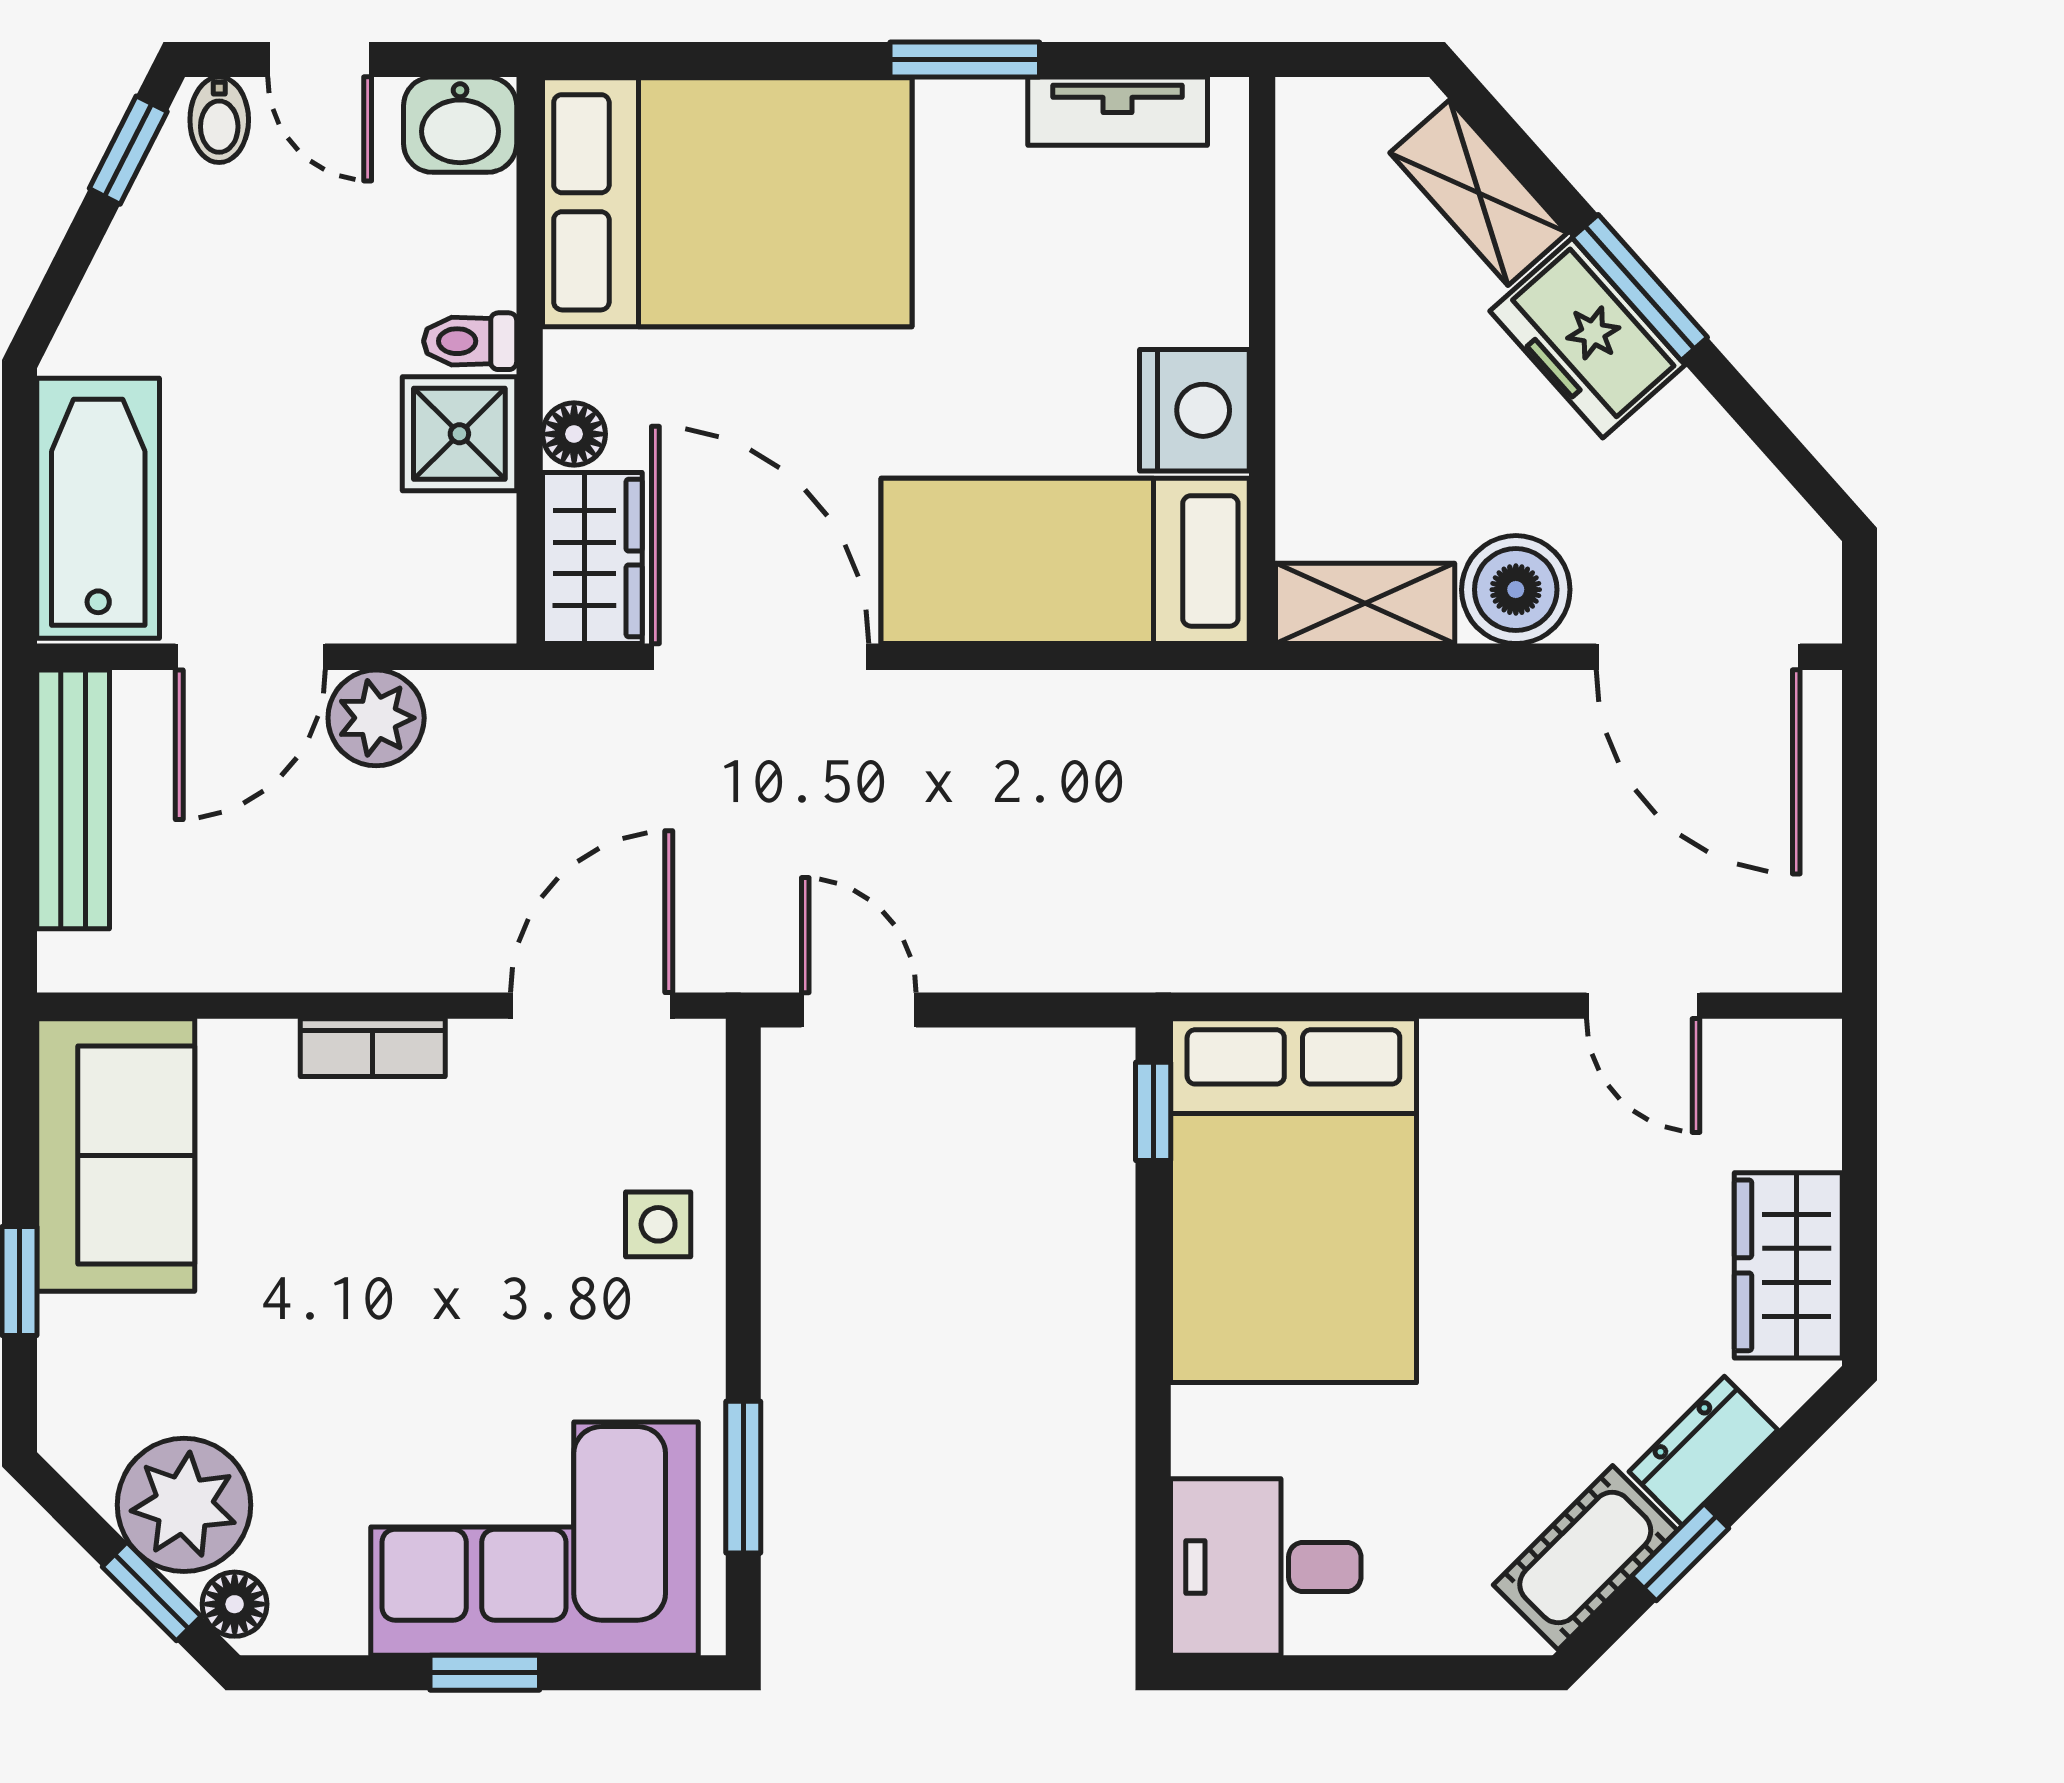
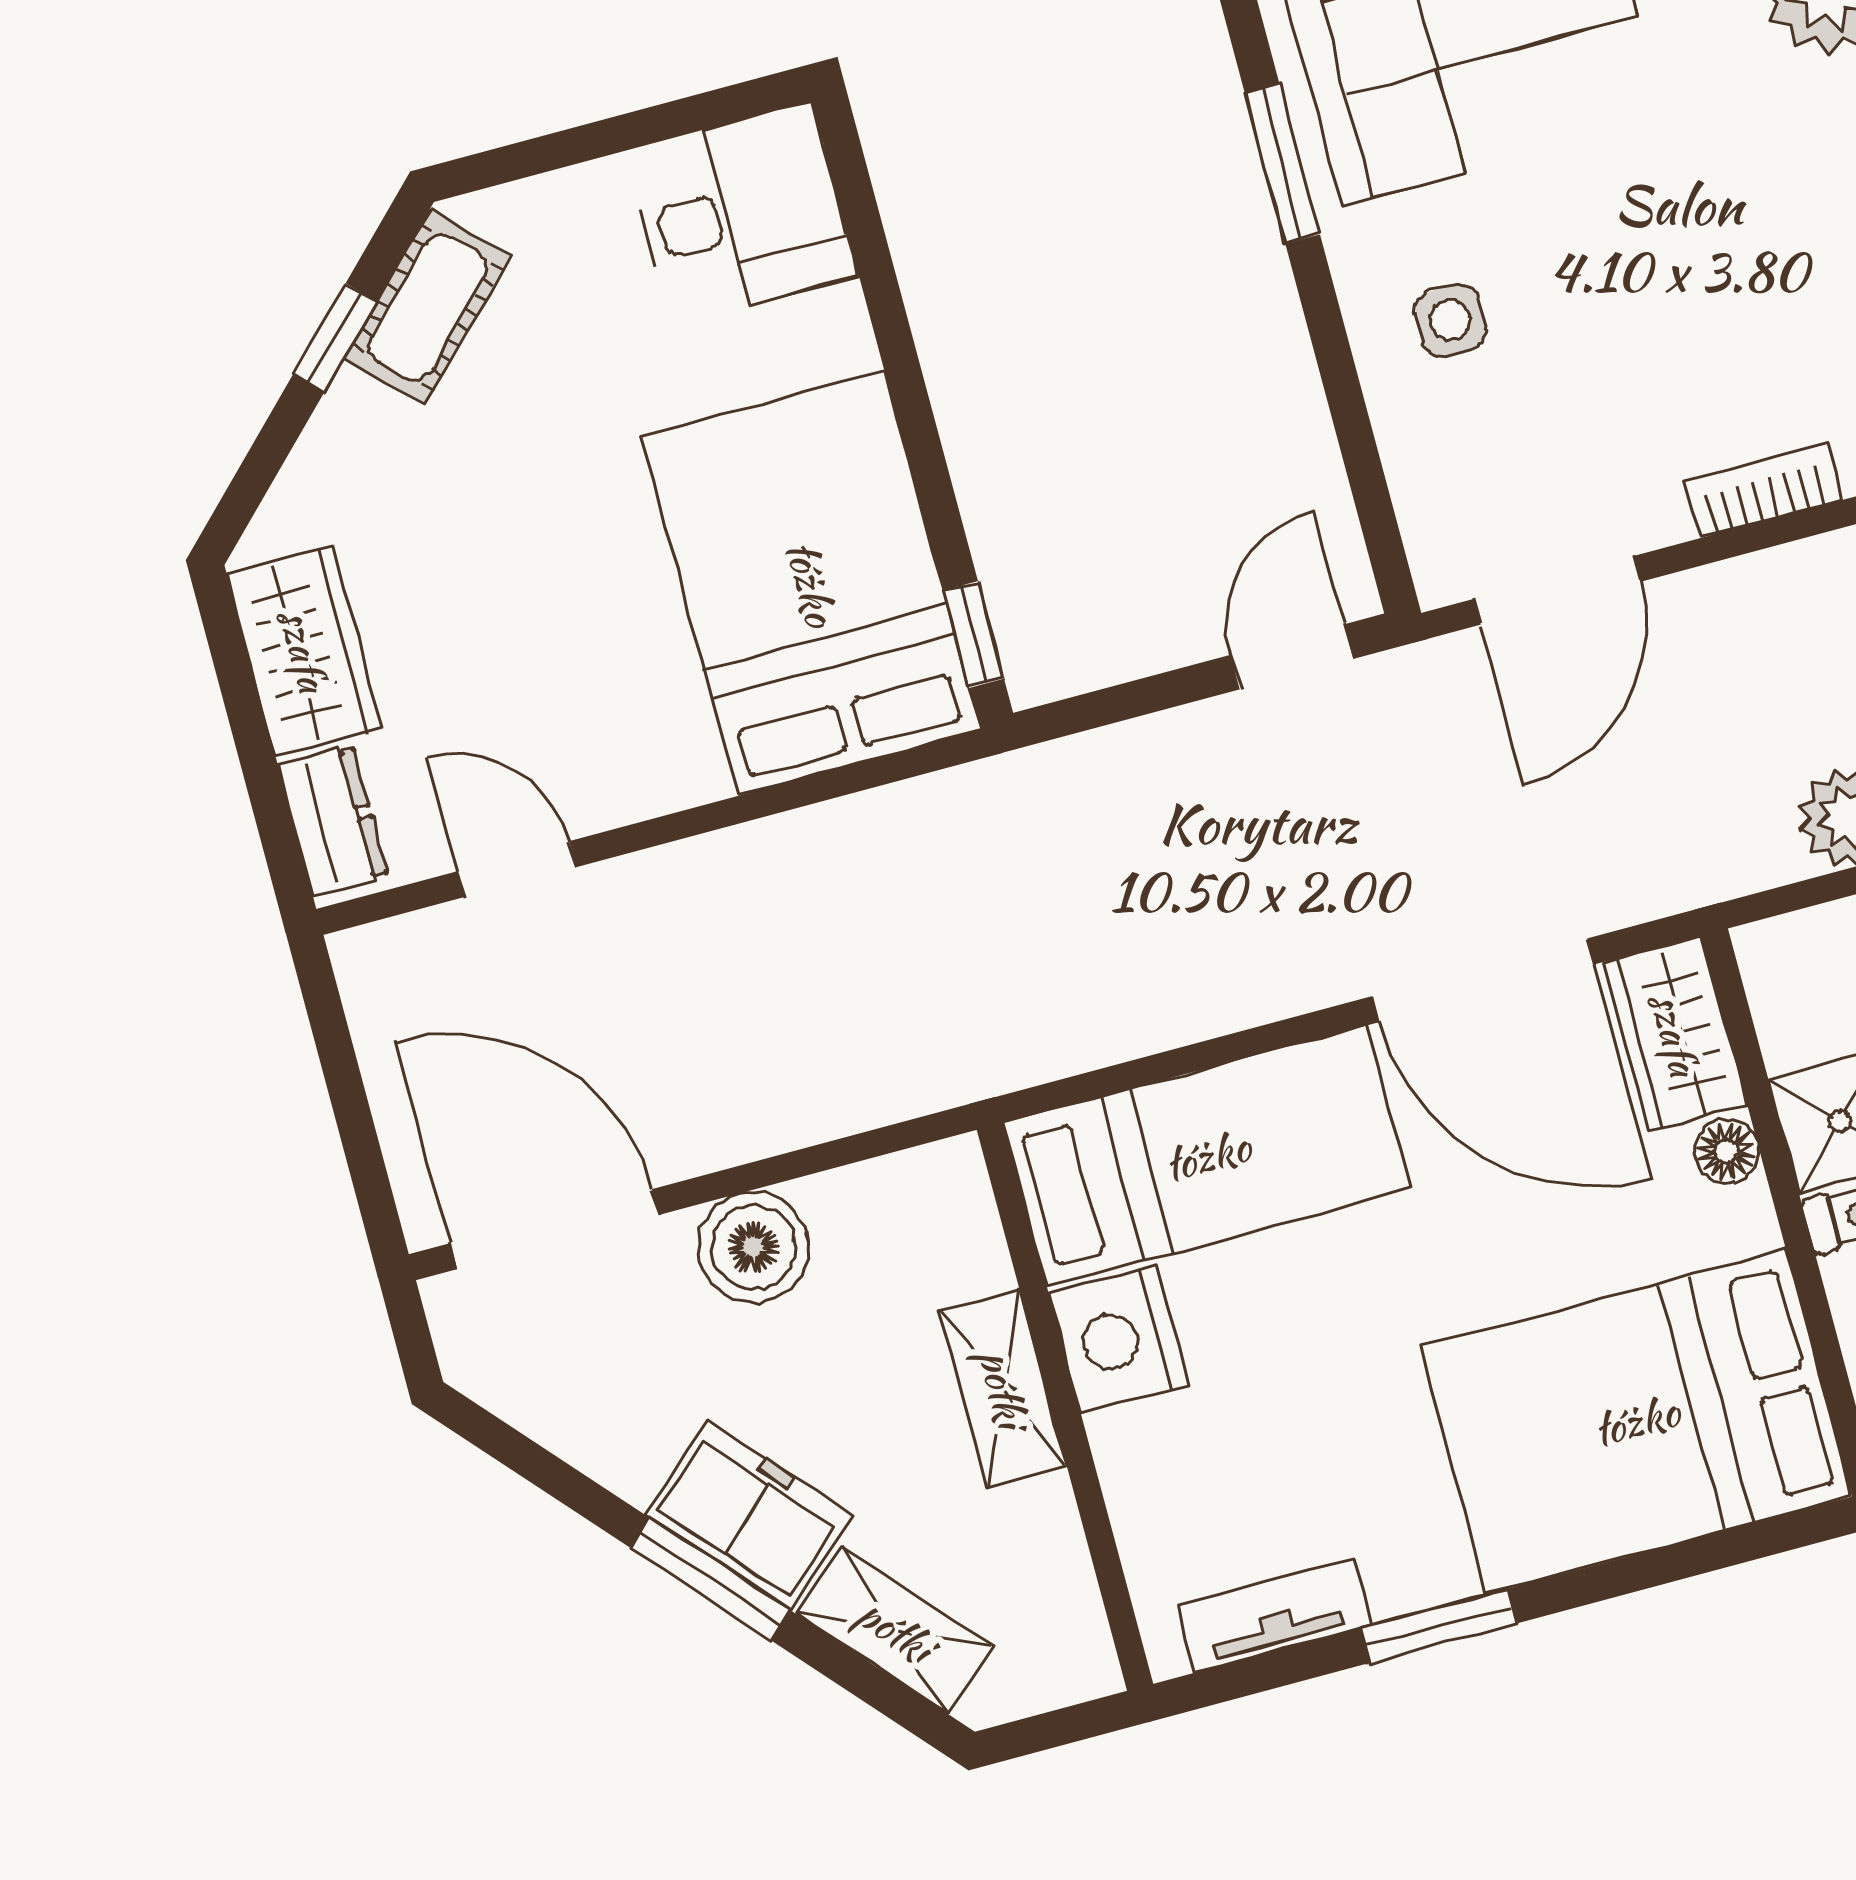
shelving: (1365, 603) -> (1003, 1388), moved, turned 90
door: (859, 1010) -> (1292, 657), swing flipped
side table: (658, 1224) -> (1450, 320), moved
dresser: (1703, 1451) -> (333, 820), moved, turned -45

